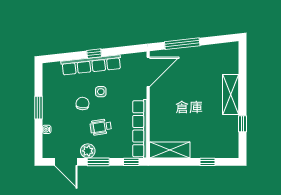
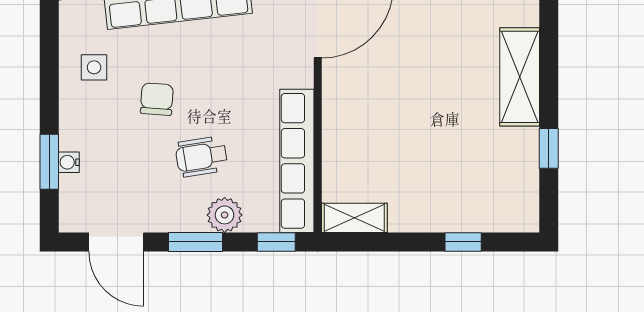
side table: (101, 92) -> (94, 67), moved
window: (39, 108) -> (49, 162), moved
shelving: (170, 150) -> (354, 218), width x0.67, depth x0.75
plant: (88, 151) -> (225, 215), moved

